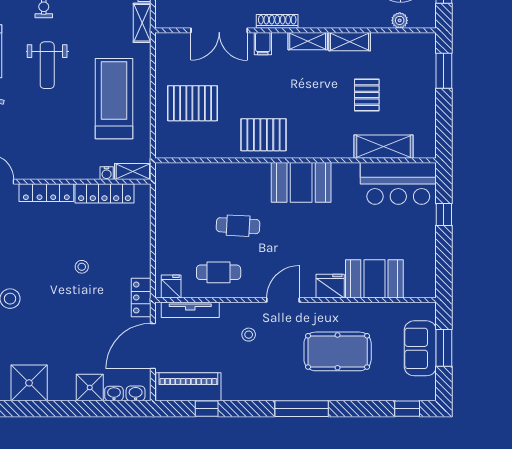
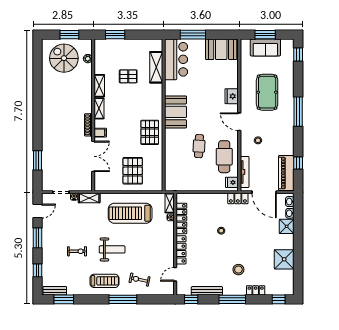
window: (444, 214) -> (193, 35), width x2.17
cafe table: (219, 272) -> (224, 157), width x1.37, depth x1.35
booth: (374, 279) -> (221, 49), moved, turned 90

